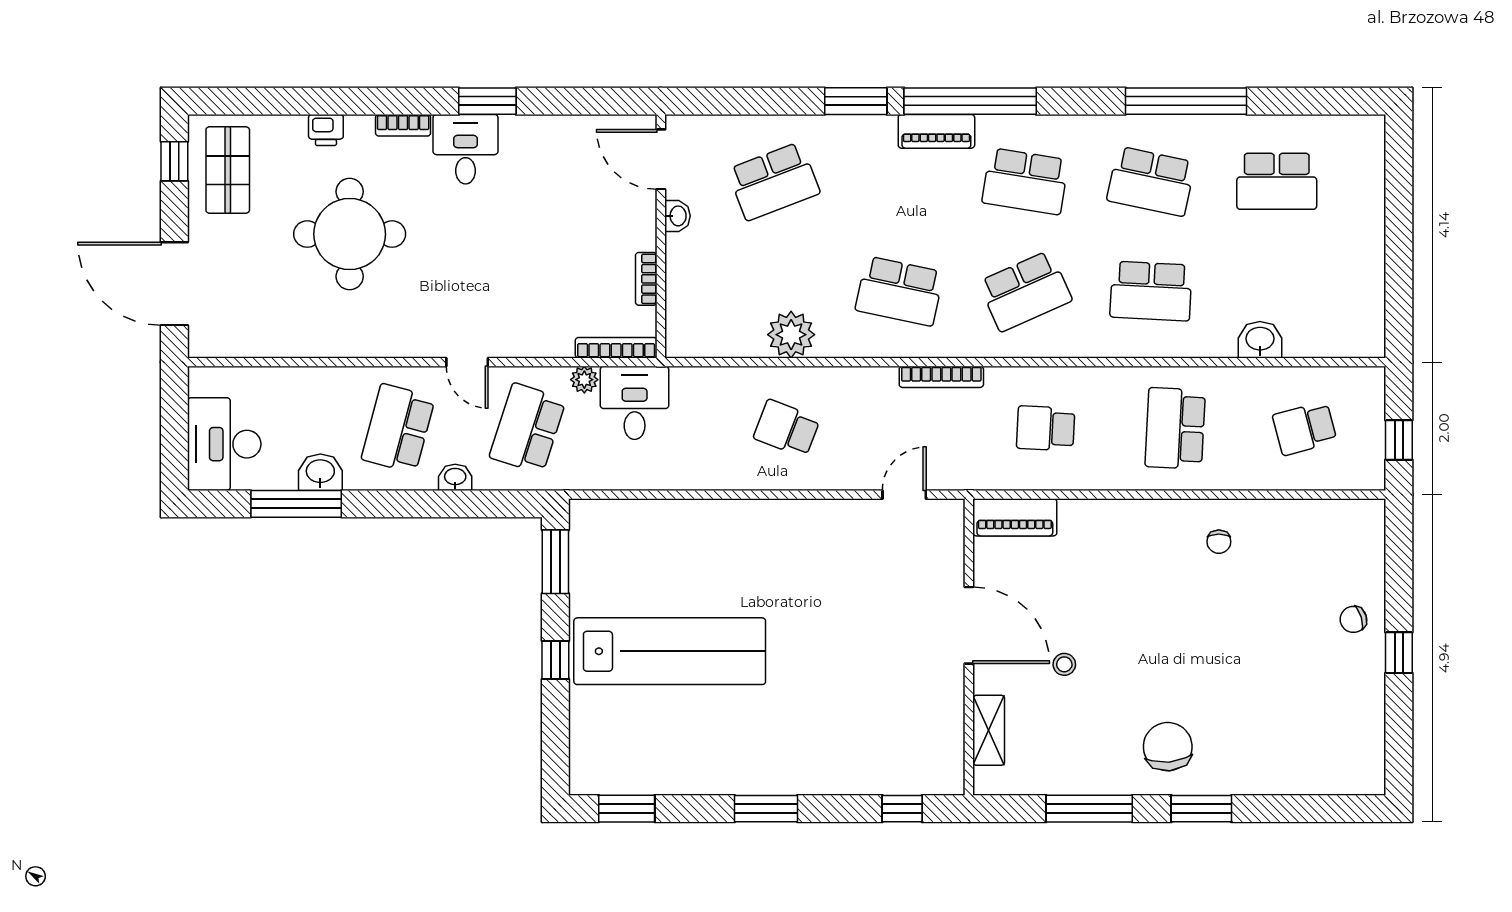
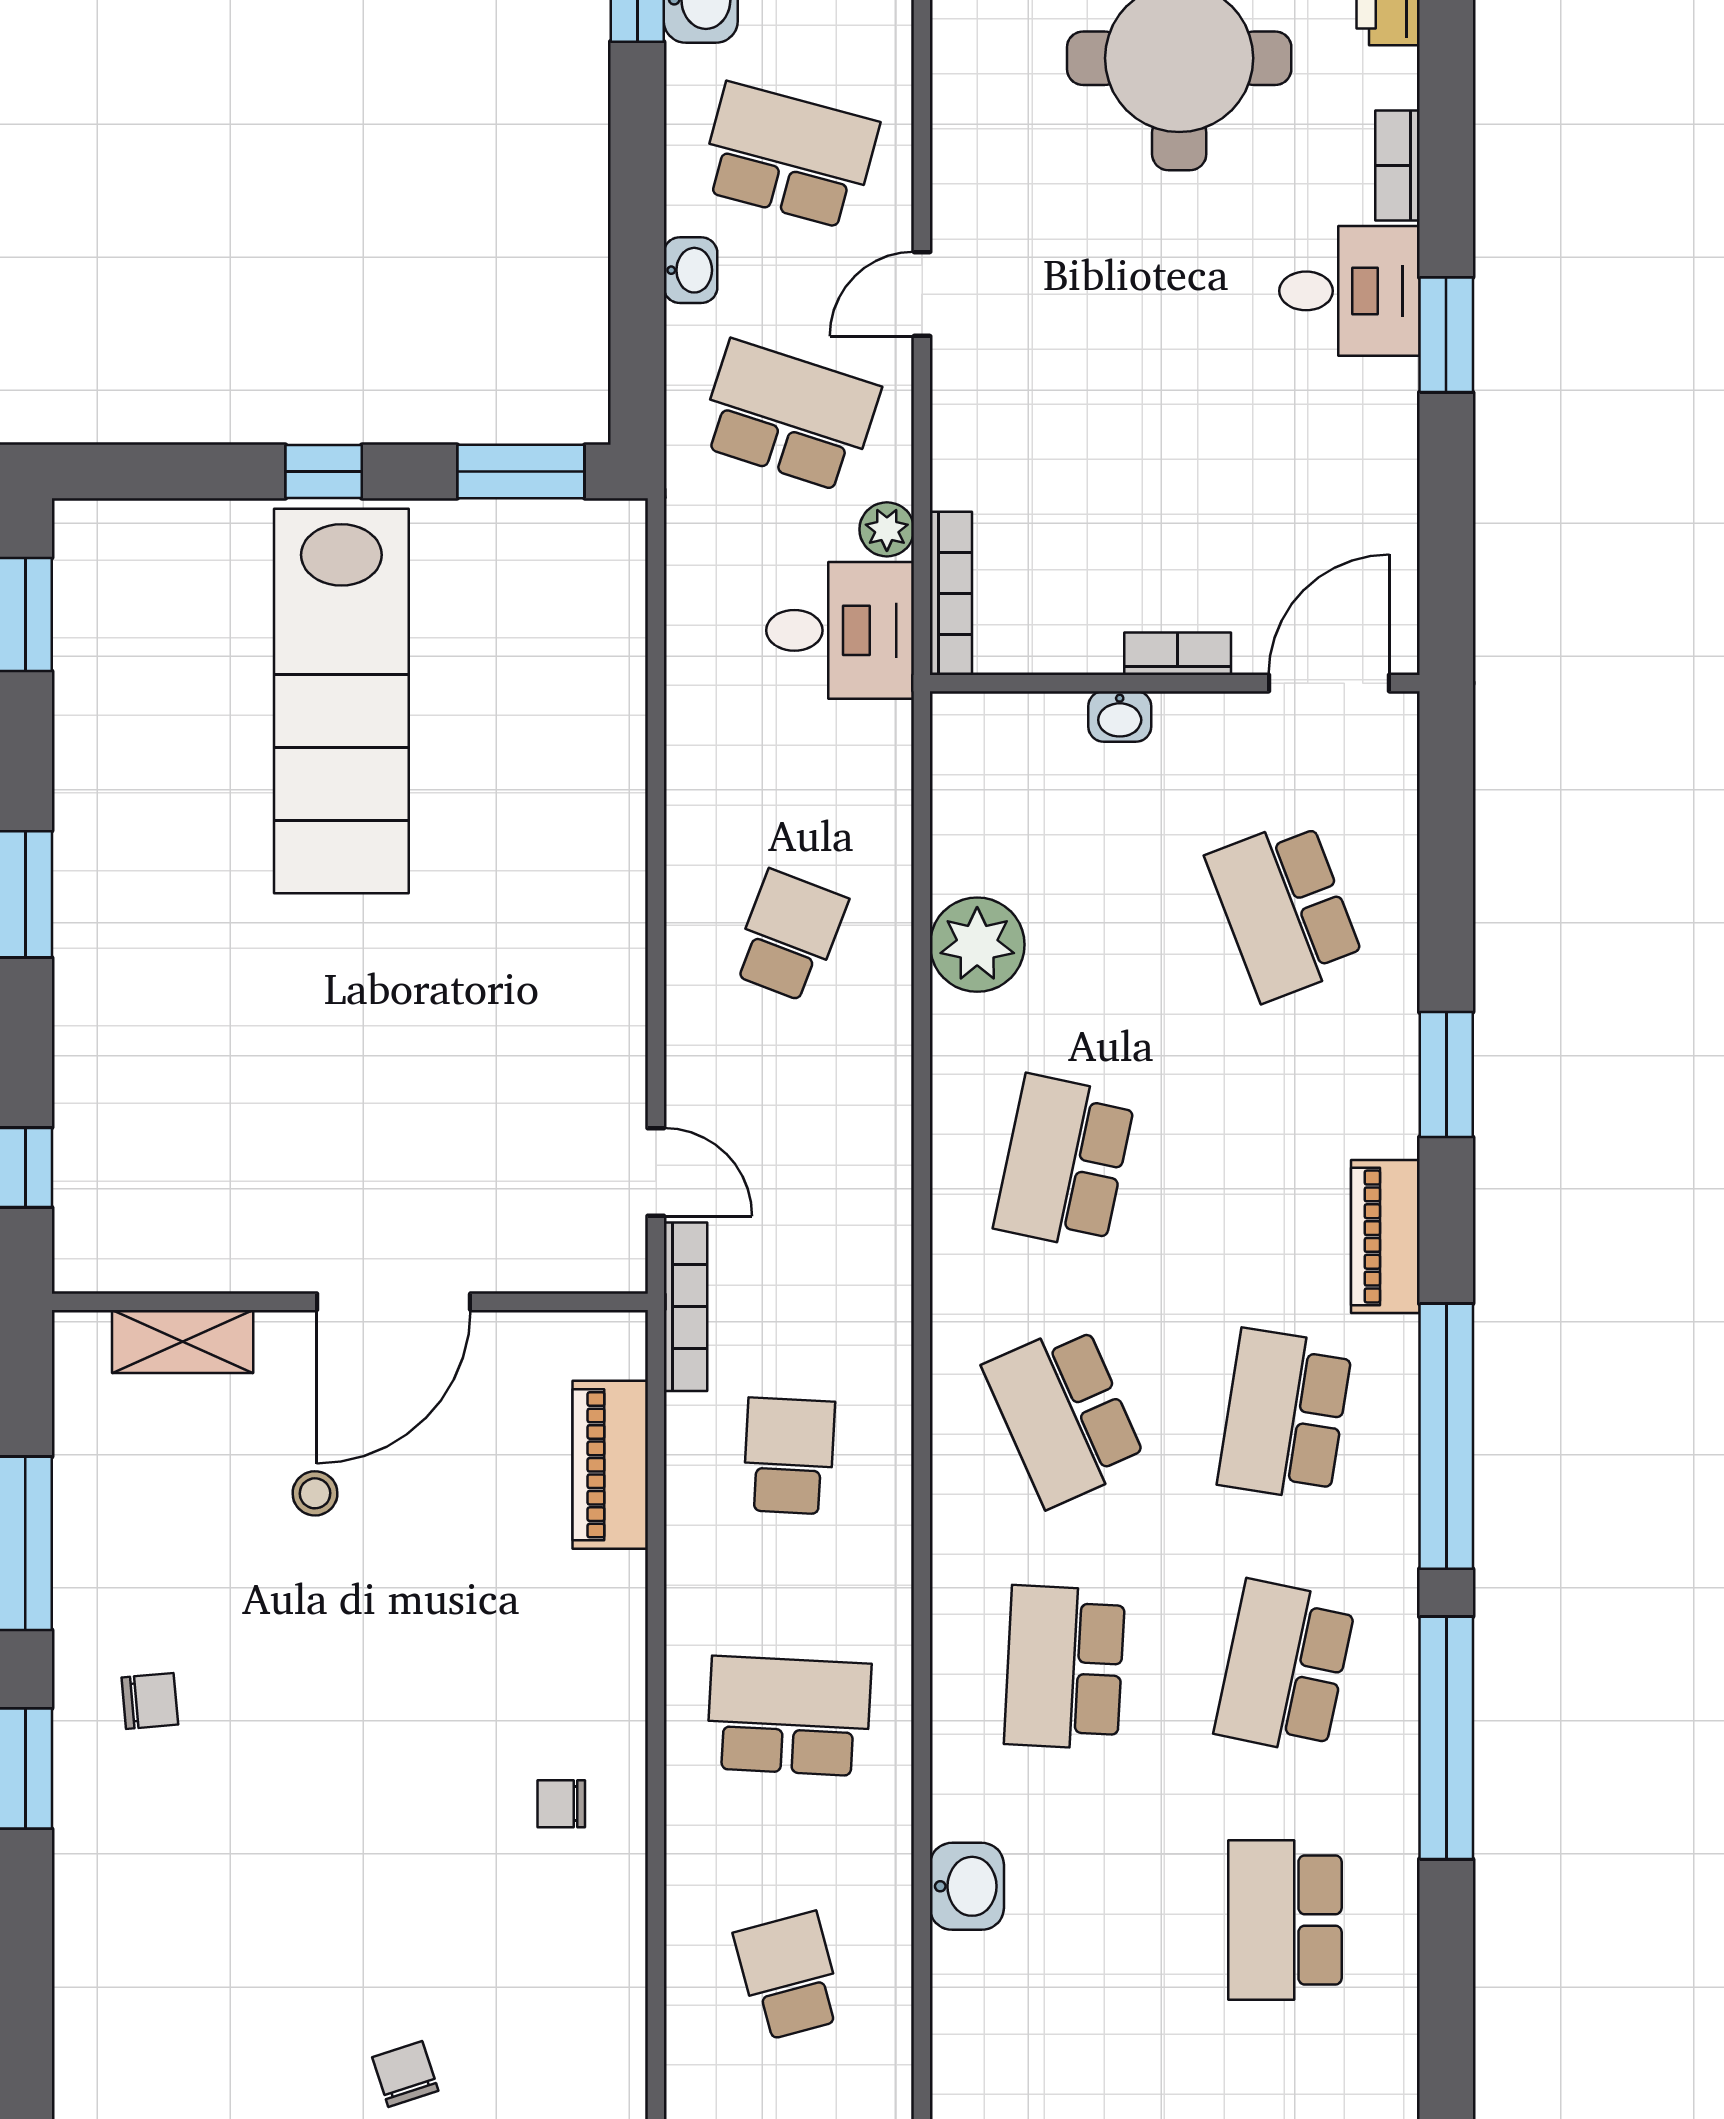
window: (970, 101) -> (1446, 1436), moved
washbasin: (677, 216) -> (1120, 716), moved
bookcase: (646, 279) -> (1178, 654), moved
bookcase: (941, 377) -> (685, 1307), moved, turned 180
piano: (1015, 517) -> (610, 1465), moved
chair: (1168, 747) -> (150, 1701), width x0.54, depth x0.54

